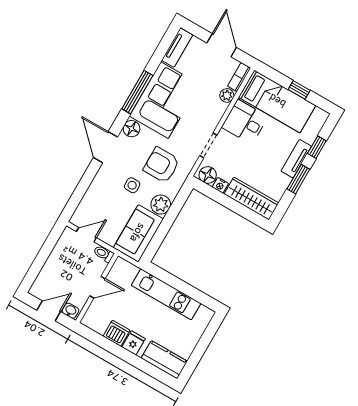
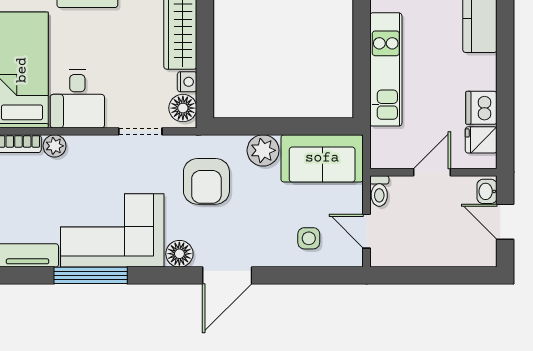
window: (137, 92) -> (91, 275), moved
side table: (132, 185) -> (309, 238), moved
door: (97, 287) -> (432, 172), hinge flipped
fridge: (134, 343) -> (481, 140), moved

